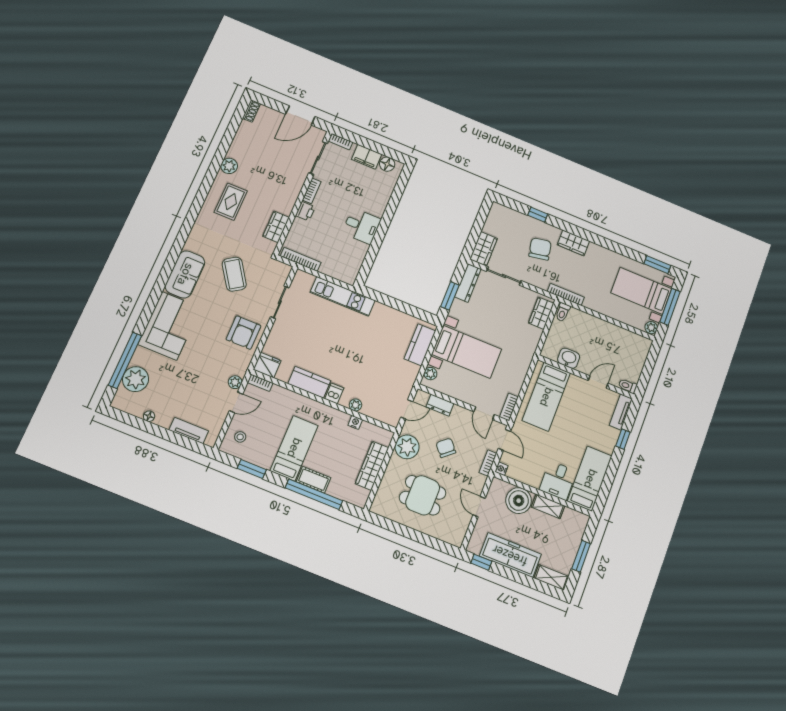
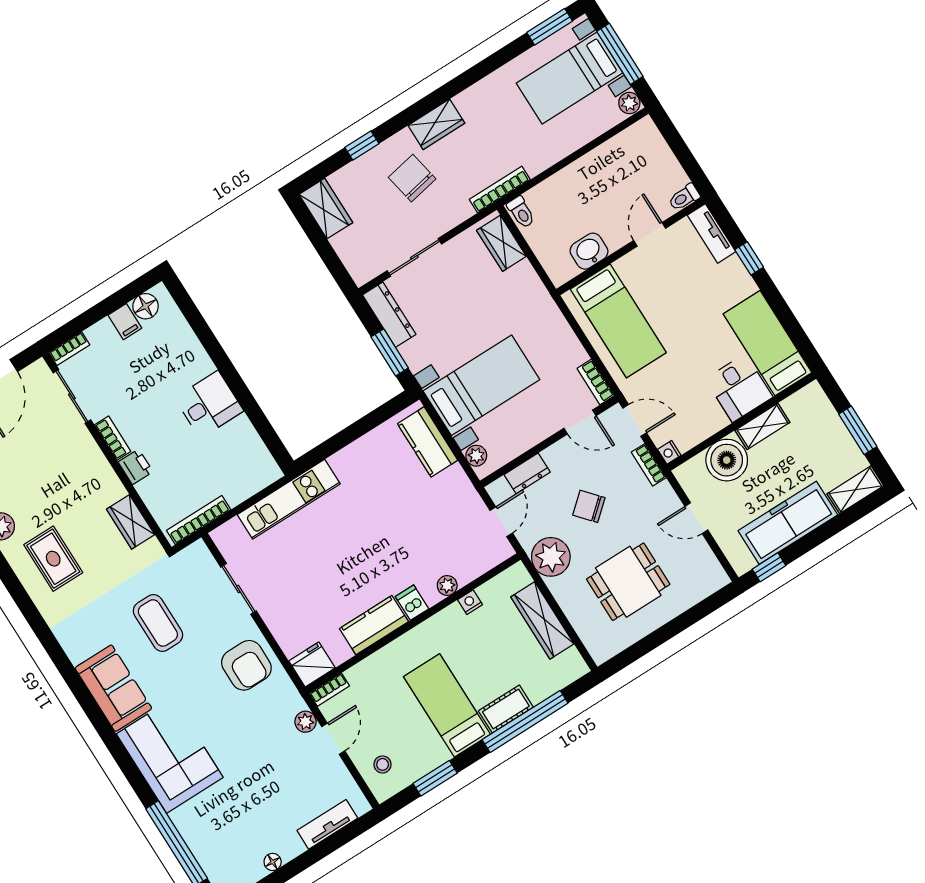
filing cabinet: (367, 157) -> (125, 322), width x0.50
wardrobe: (483, 249) -> (326, 208), moved
coffee table: (234, 274) -> (158, 623), turned 34
plant: (136, 379) -> (211, 847), removed

